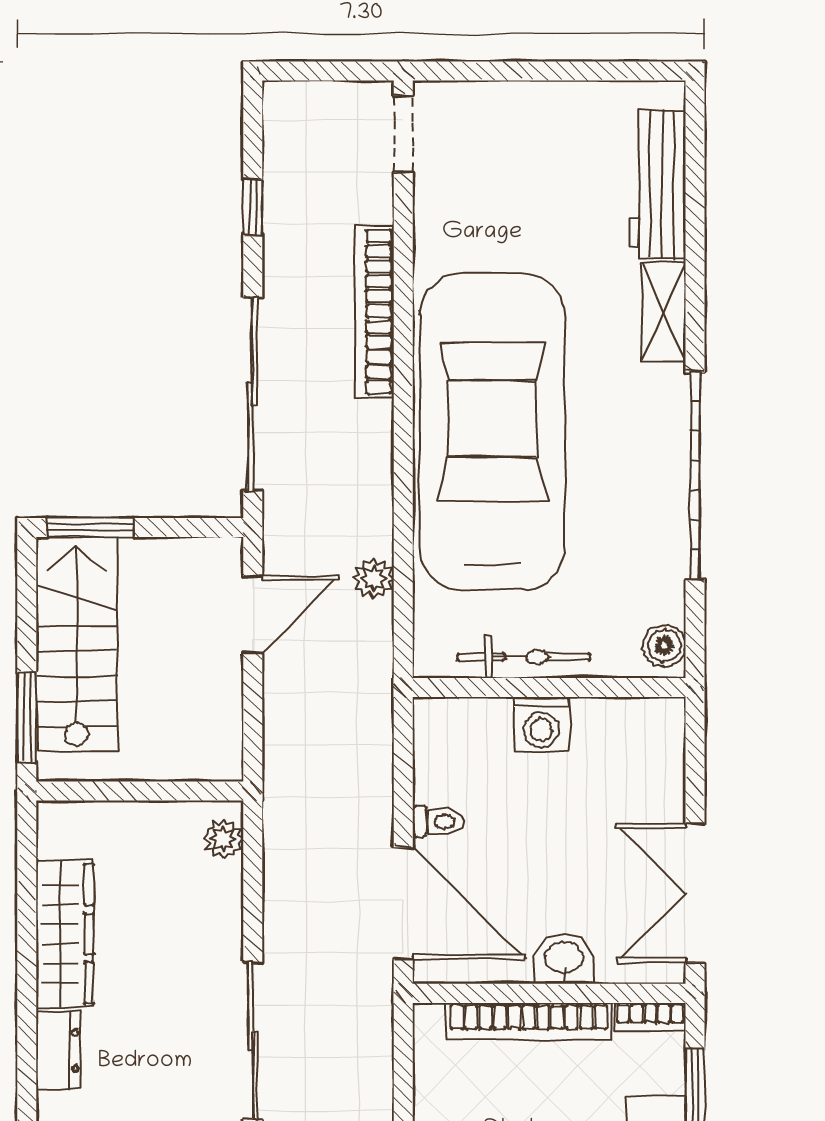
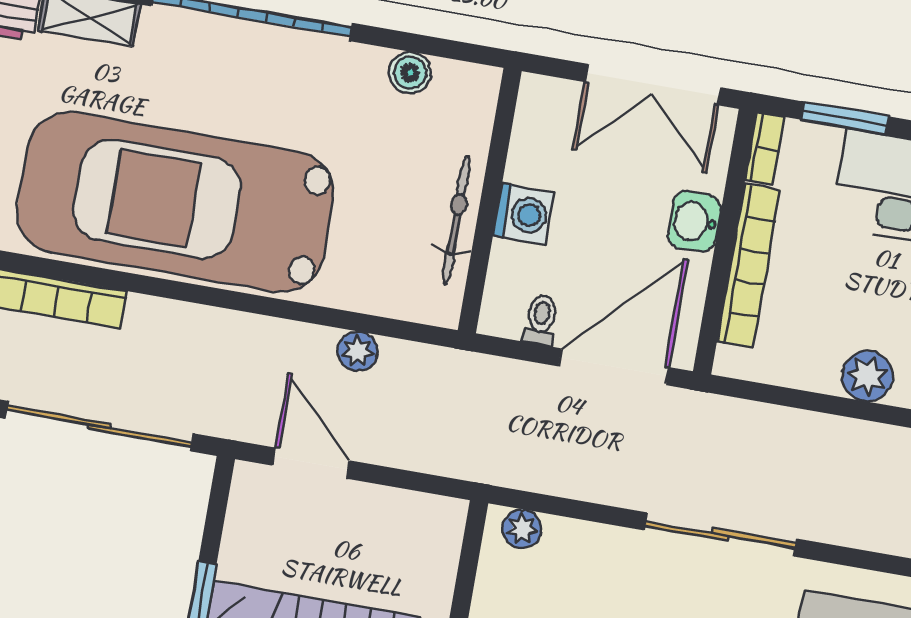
plant: (374, 579) -> (357, 351), moved
bicycle: (524, 657) -> (456, 220), moved
wall: (549, 688) -> (490, 201), moved
washing machine: (541, 724) -> (524, 214), moved

